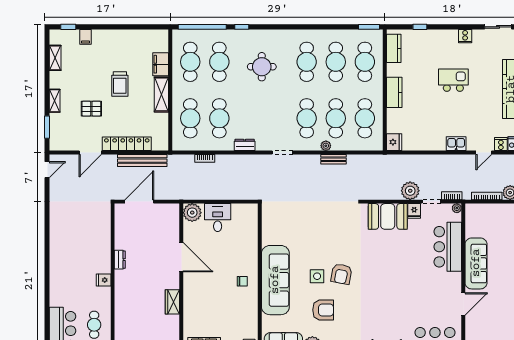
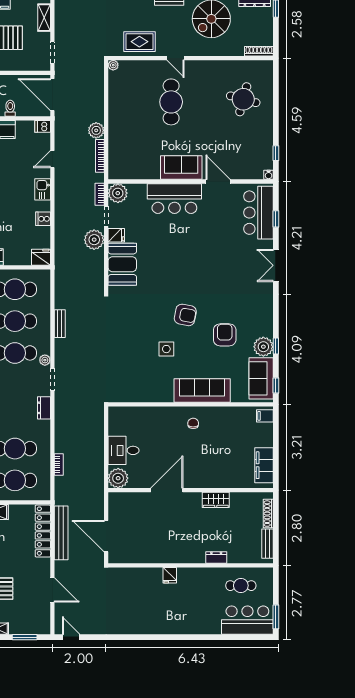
locker: (127, 144) -> (43, 531), moved
cooker: (501, 144) -> (43, 219), moved
dresser: (245, 145) -> (44, 408), moved
plant: (326, 146) -> (45, 360), moved
door: (484, 153) -> (52, 159), swing flipped
plant: (457, 208) -> (118, 193), width x1.88, depth x1.88
bar counter: (448, 247) -> (174, 199), moved
dresser: (120, 260) -> (216, 557), moved
sofa: (476, 263) -> (181, 168), width x0.73
side table: (317, 276) -> (166, 349), moved
fridge: (104, 280) -> (170, 575), moved
sofa: (275, 280) -> (202, 390), width x0.74, depth x0.79

